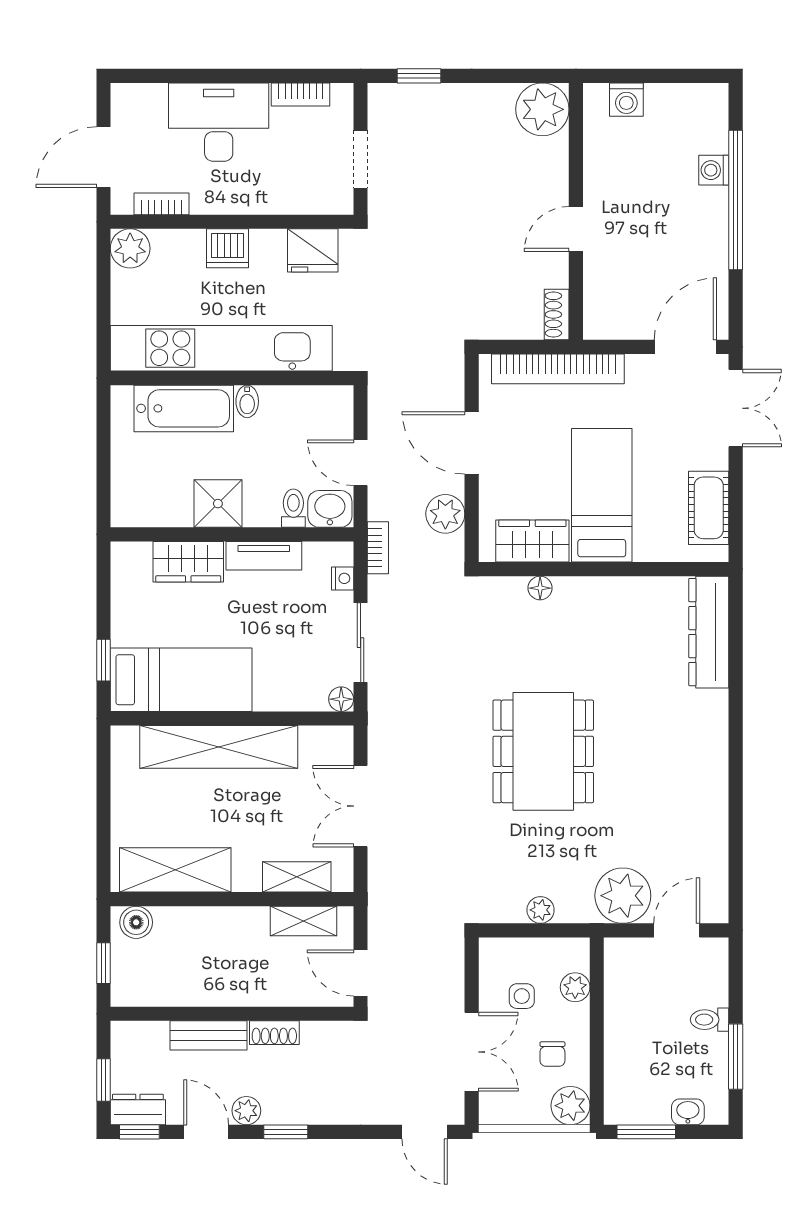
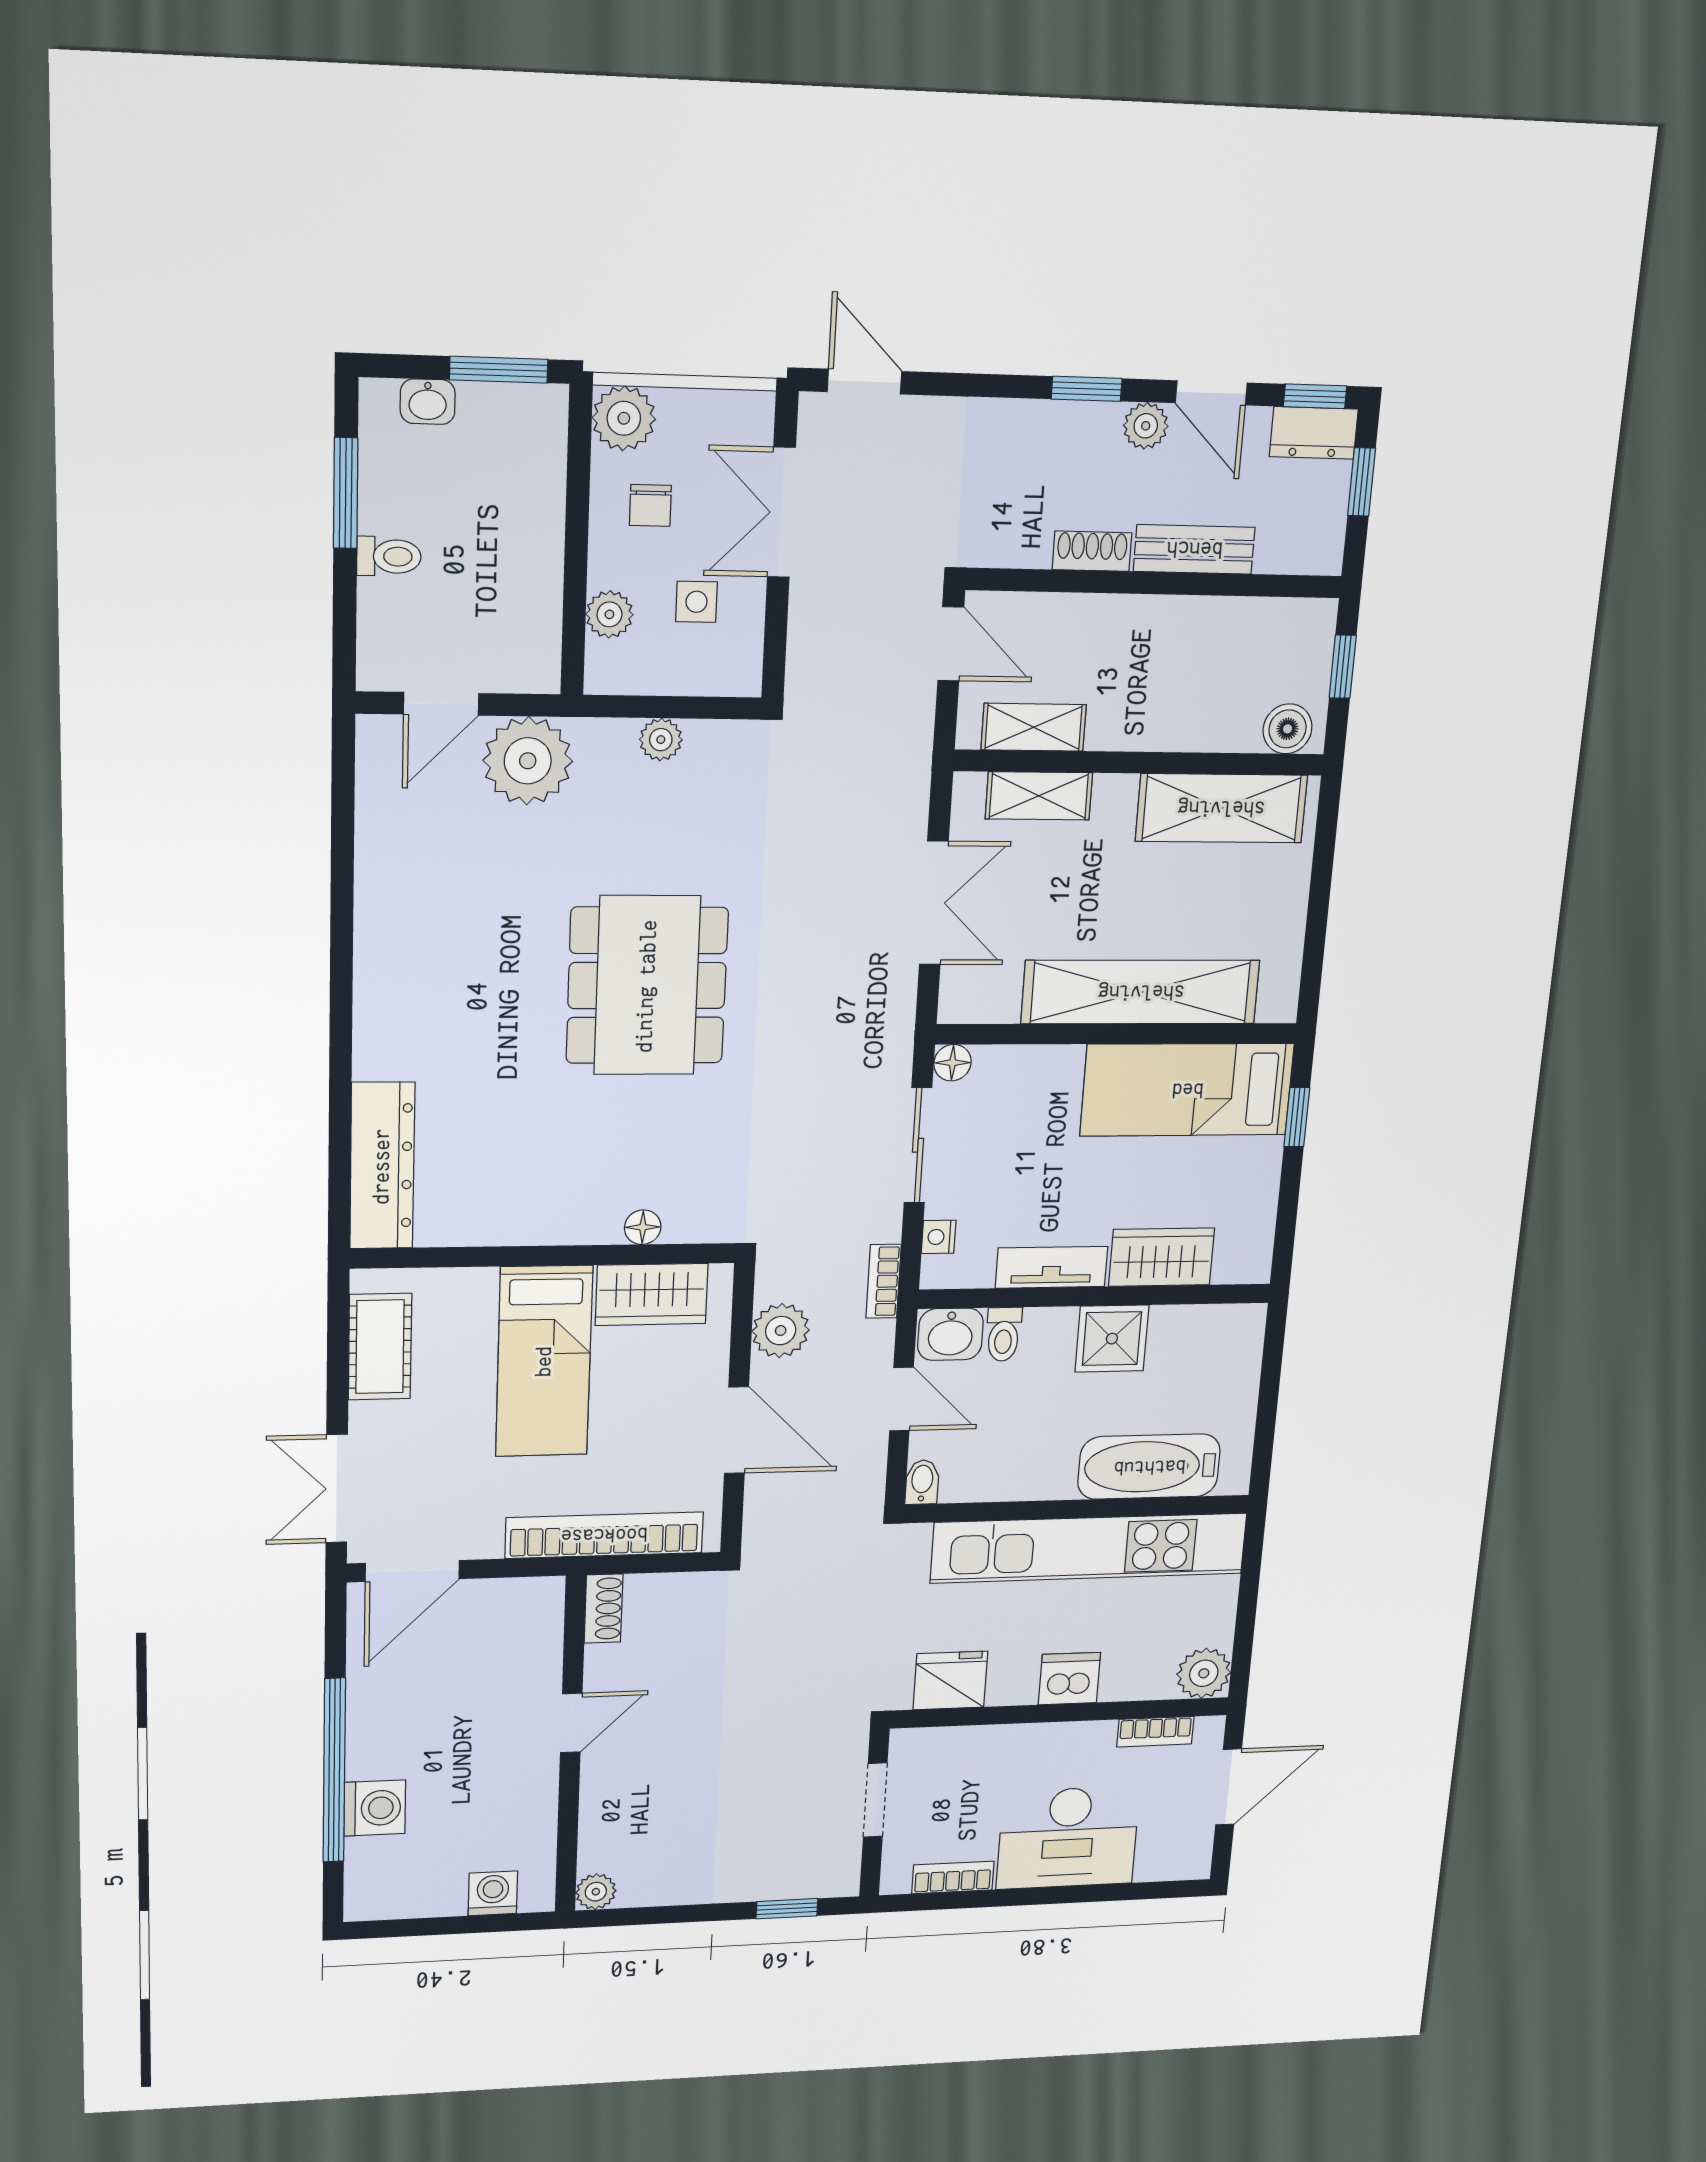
plant: (542, 109) -> (596, 1892), width x0.53, depth x0.53
washing machine: (714, 170) -> (375, 1808), width x1.38, depth x1.38
bidet: (247, 401) -> (922, 1482), moved
chair: (552, 1054) -> (650, 505), turned 180

